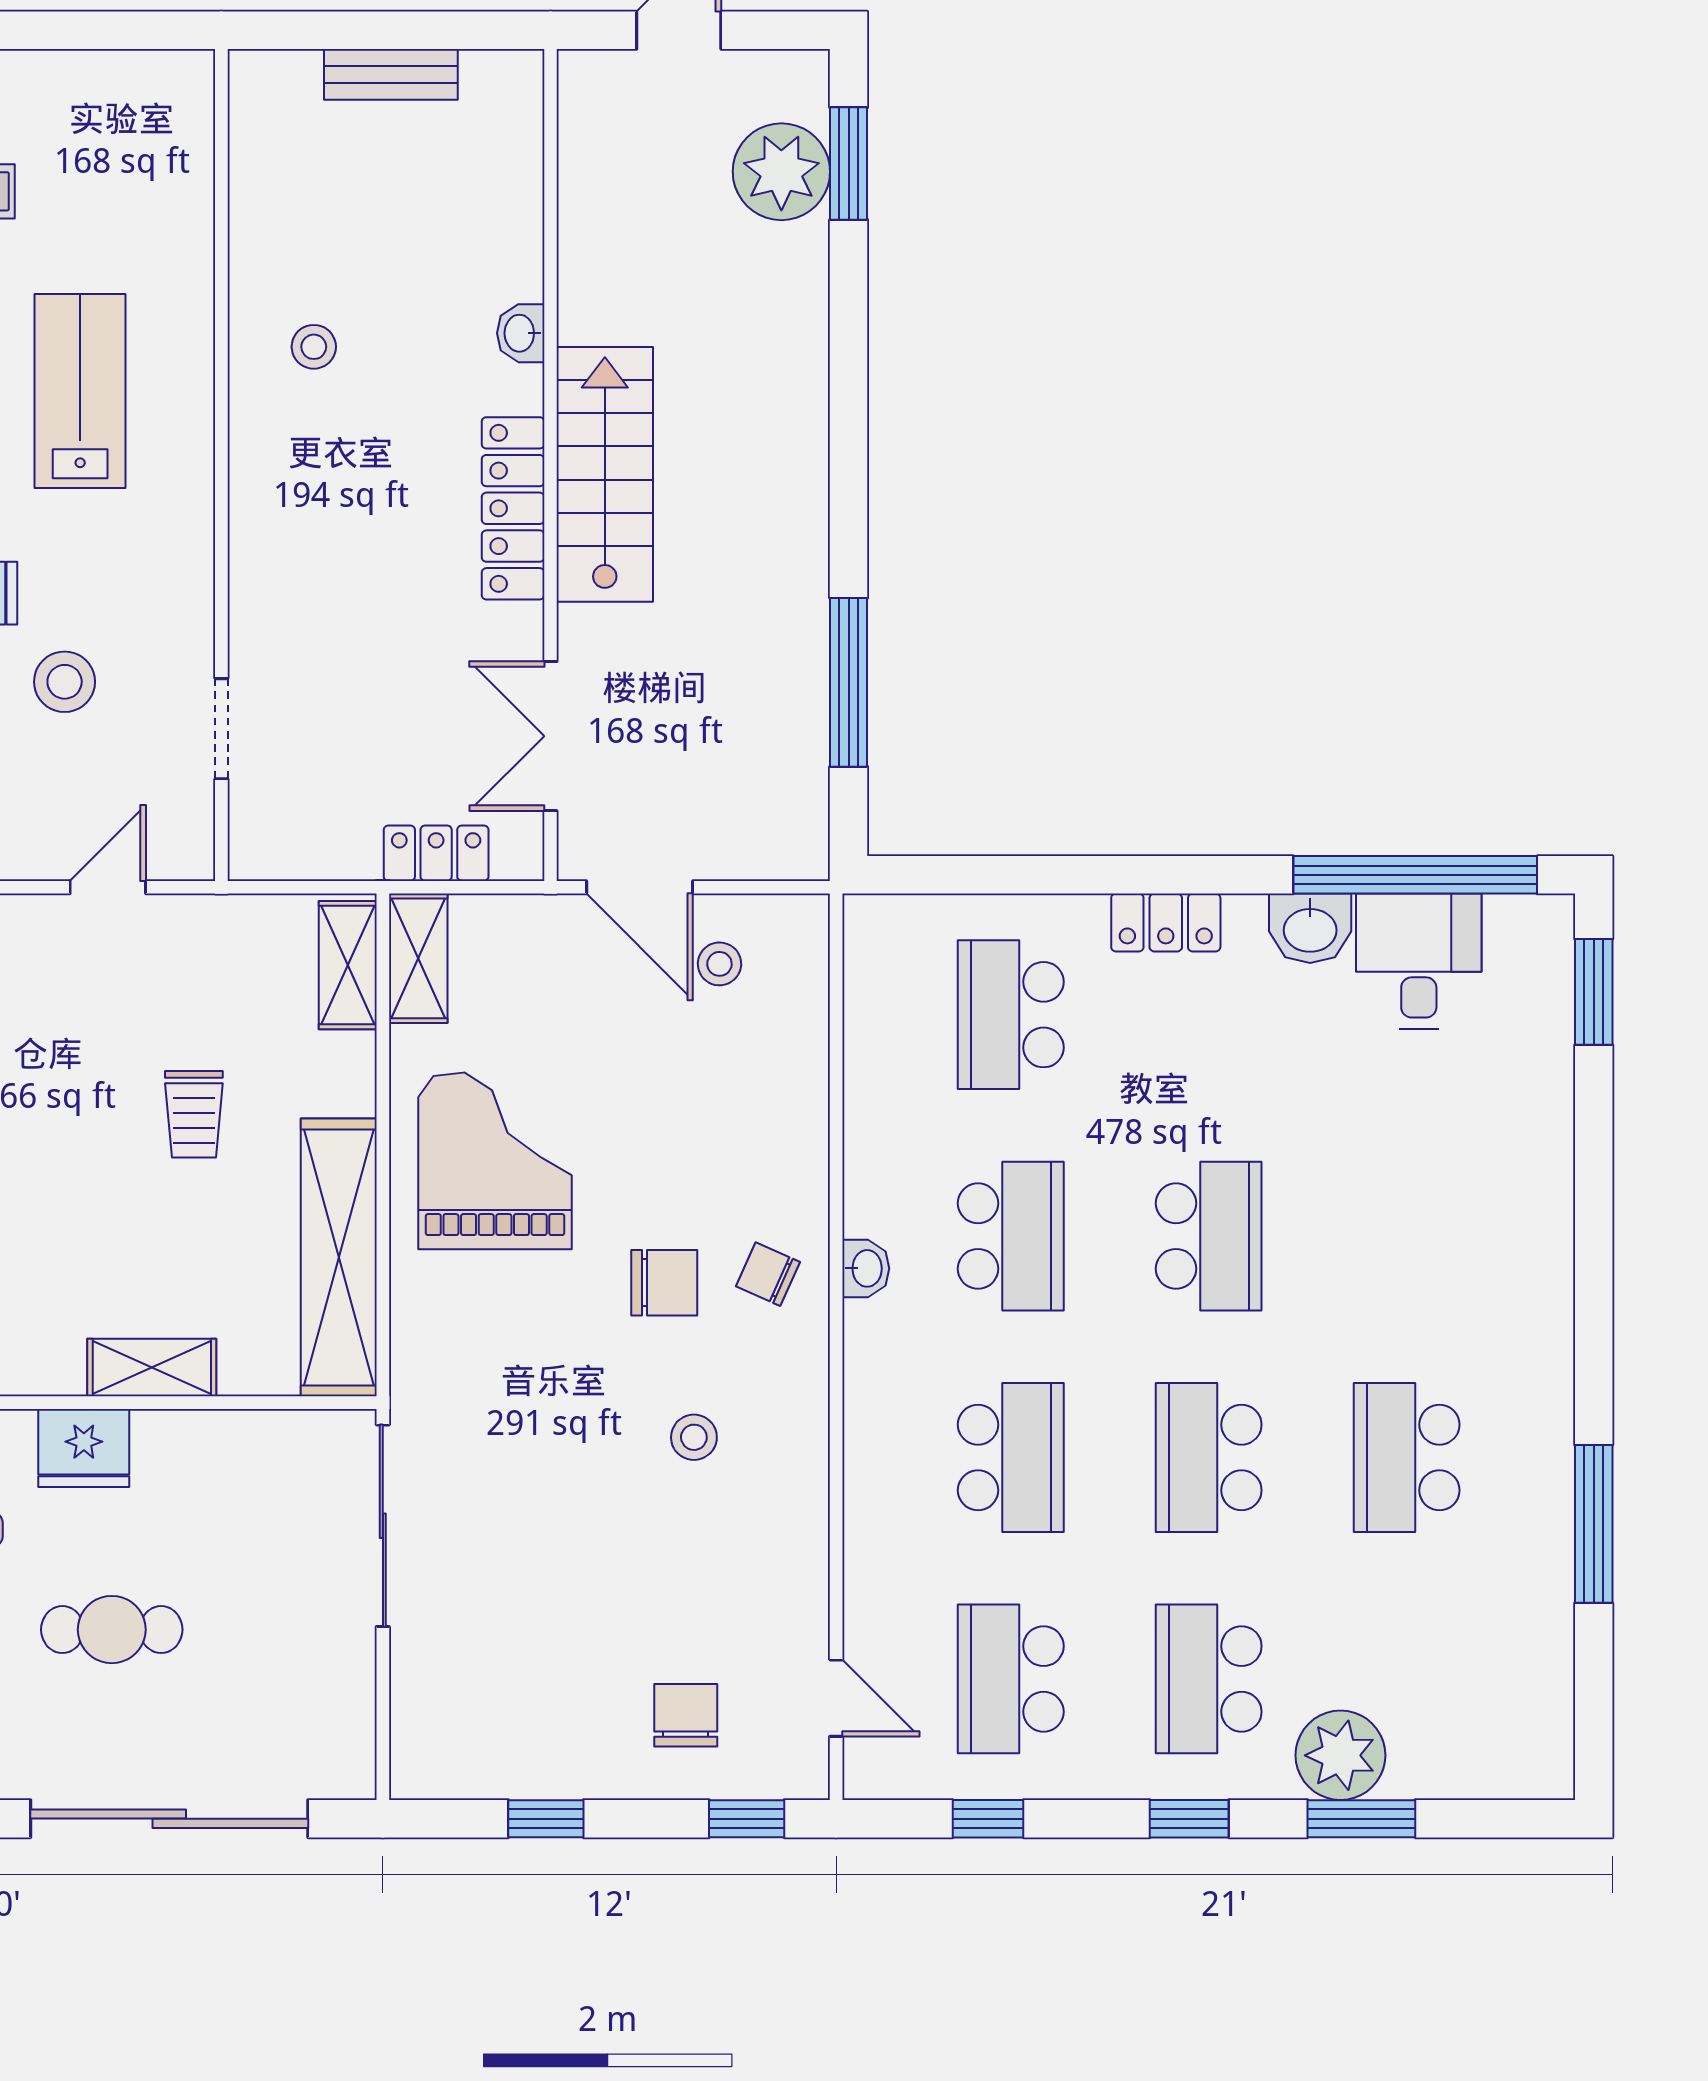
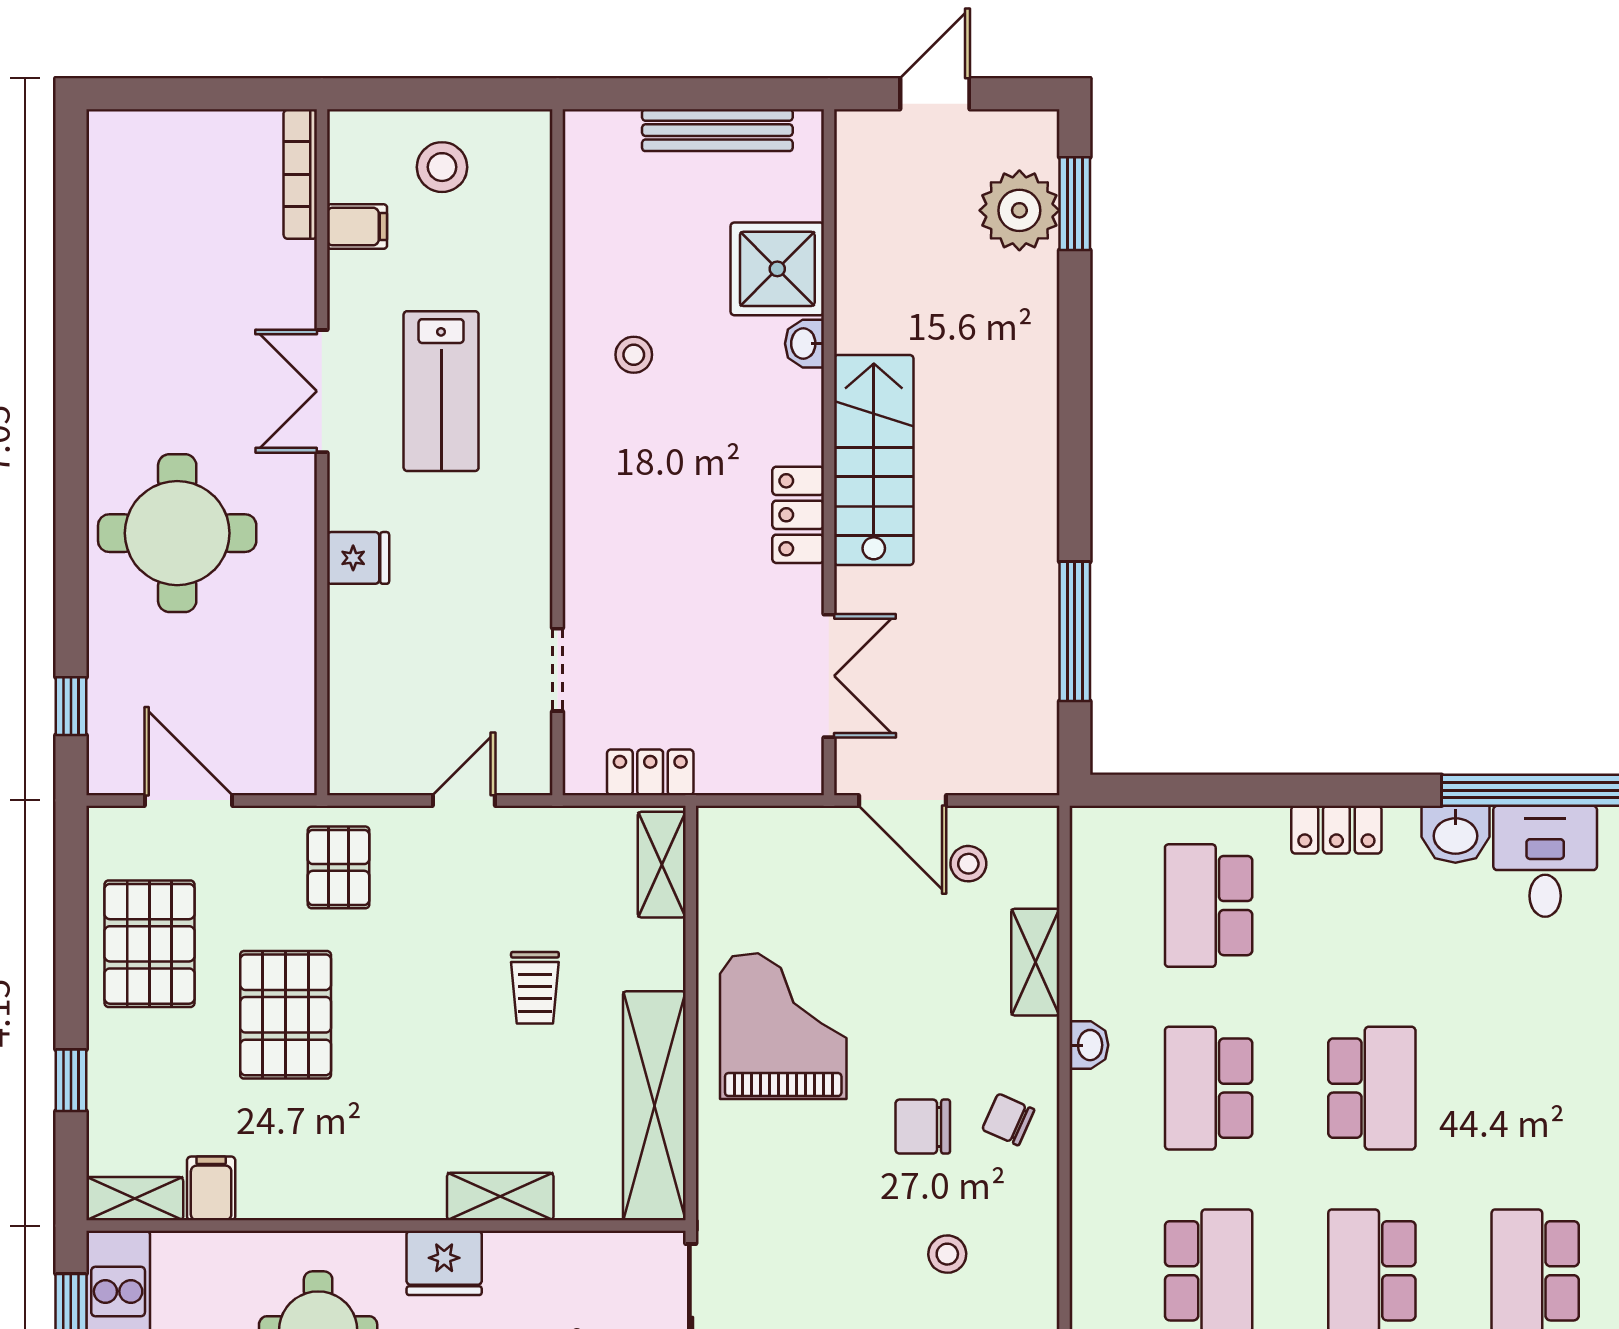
bench: (391, 74) -> (717, 130), width x1.36
shower: (488, 243) -> (777, 269), added
lab bench: (80, 391) -> (441, 391), turned 180
locker: (513, 508) -> (798, 515), width x0.66
stool: (65, 682) -> (442, 167), moved
double door: (550, 736) -> (829, 676), swing flipped
locker: (436, 853) -> (650, 772), moved
shelving: (418, 958) -> (1035, 962), moved
school desk: (1011, 1236) -> (1209, 1088), turned 180
washbasin: (866, 1268) -> (1089, 1045), moved
chair: (664, 1283) -> (923, 1127), turned 180

